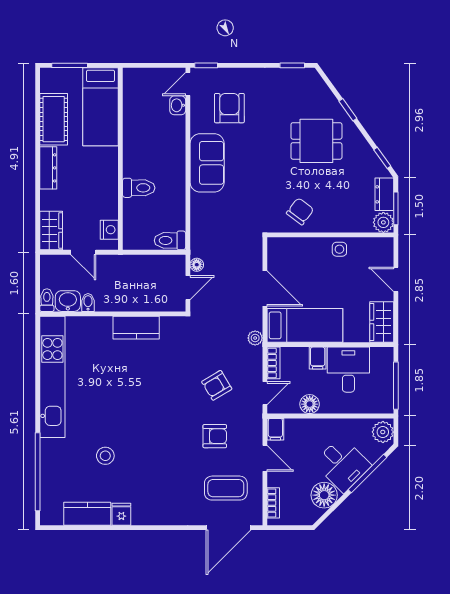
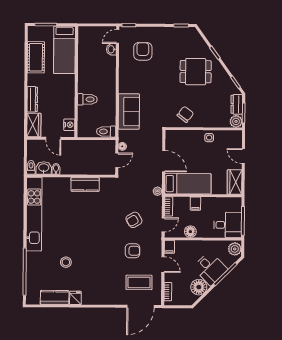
sofa: (207, 163) -> (129, 111), moved
dresser: (48, 168) -> (32, 99), moved
desk: (348, 370) -> (228, 225), moved, turned 90

